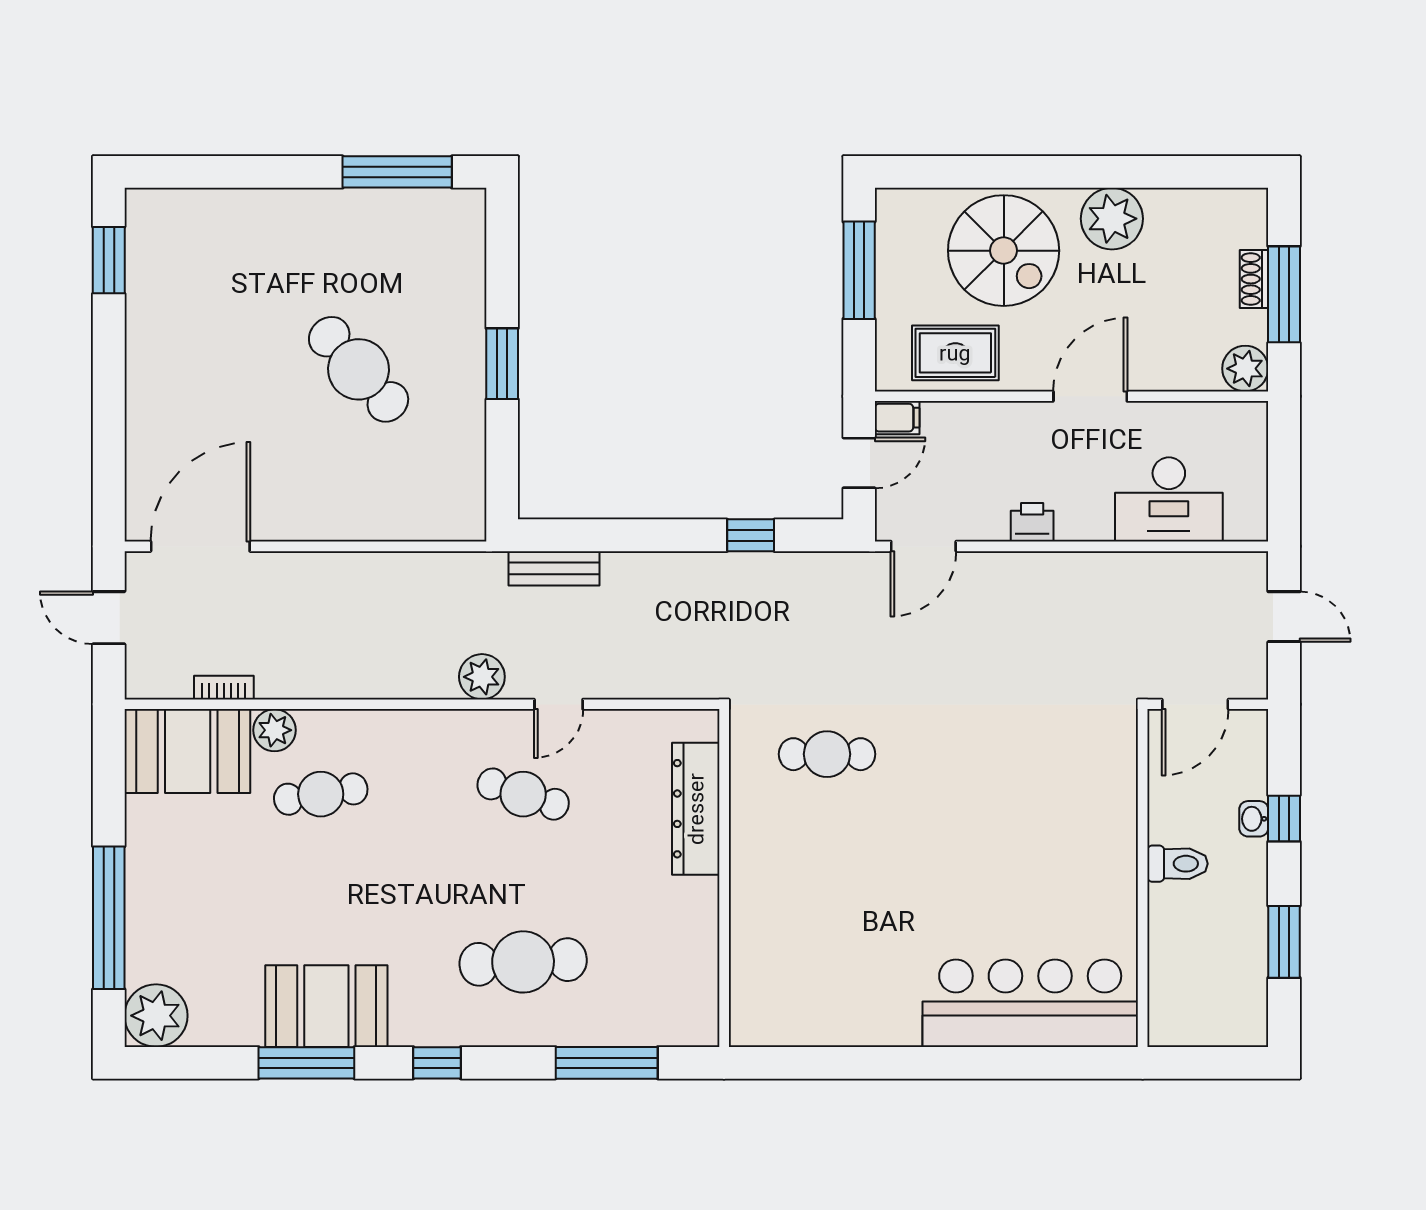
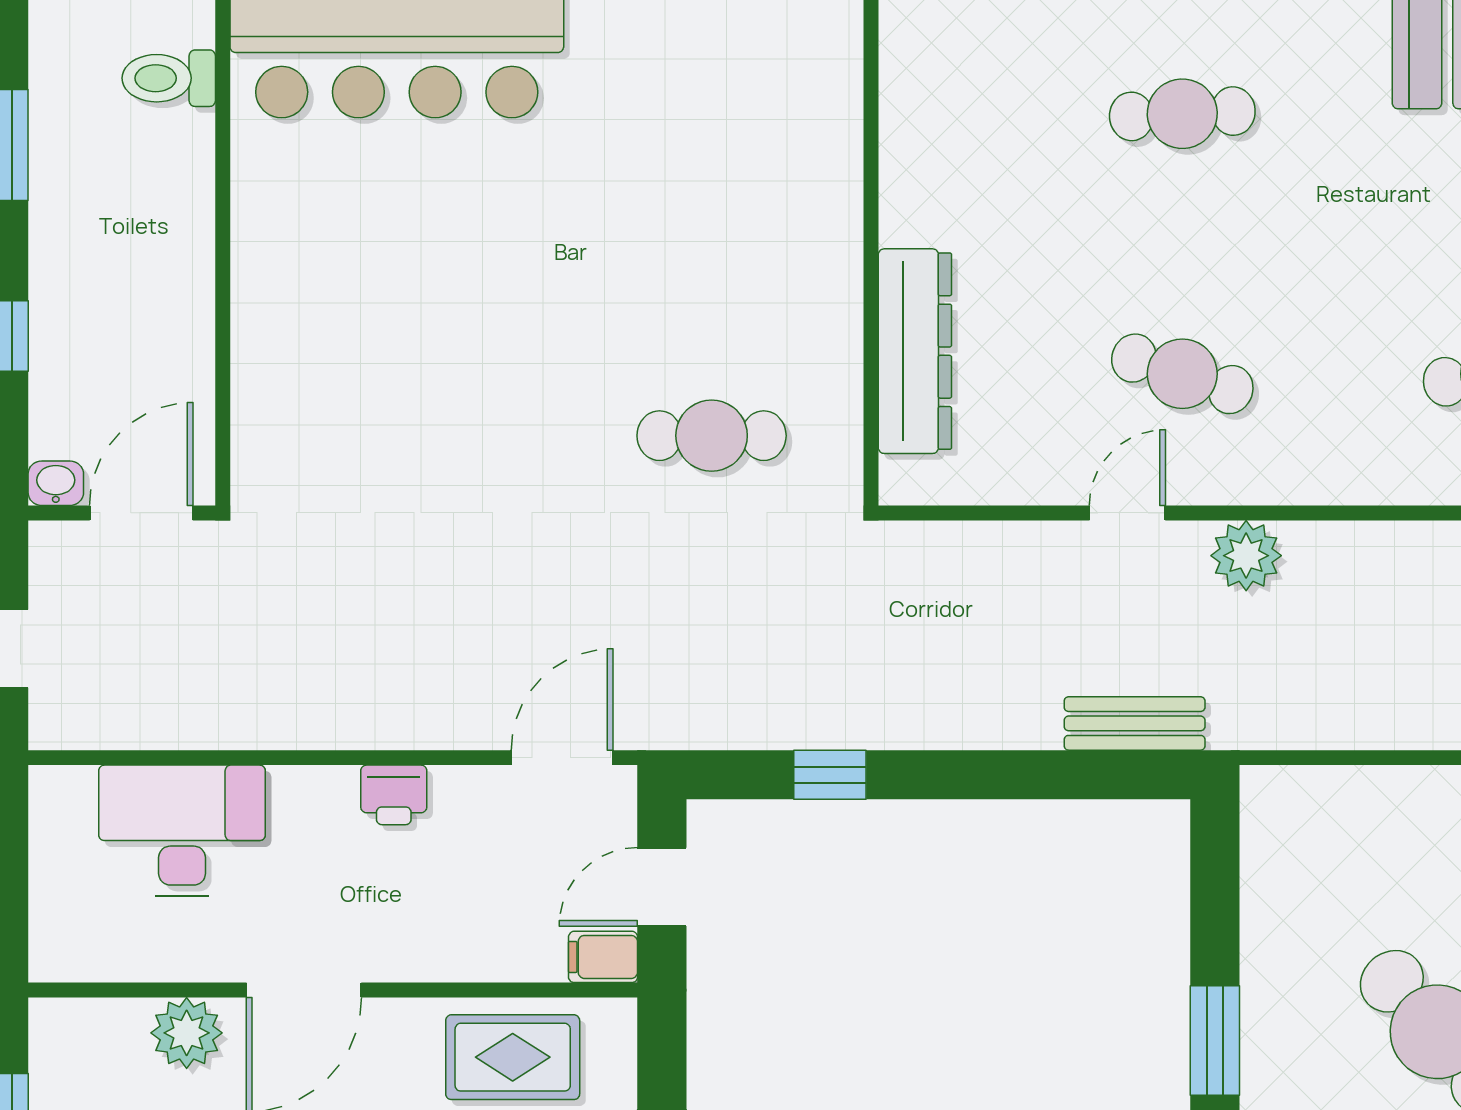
plant: (1245, 369) -> (187, 1033), moved
washbasin: (1254, 819) -> (56, 483), moved, turned -90
toilet: (1177, 864) -> (169, 78), moved
cafe table: (523, 962) -> (1182, 114), width x0.73, depth x0.74

